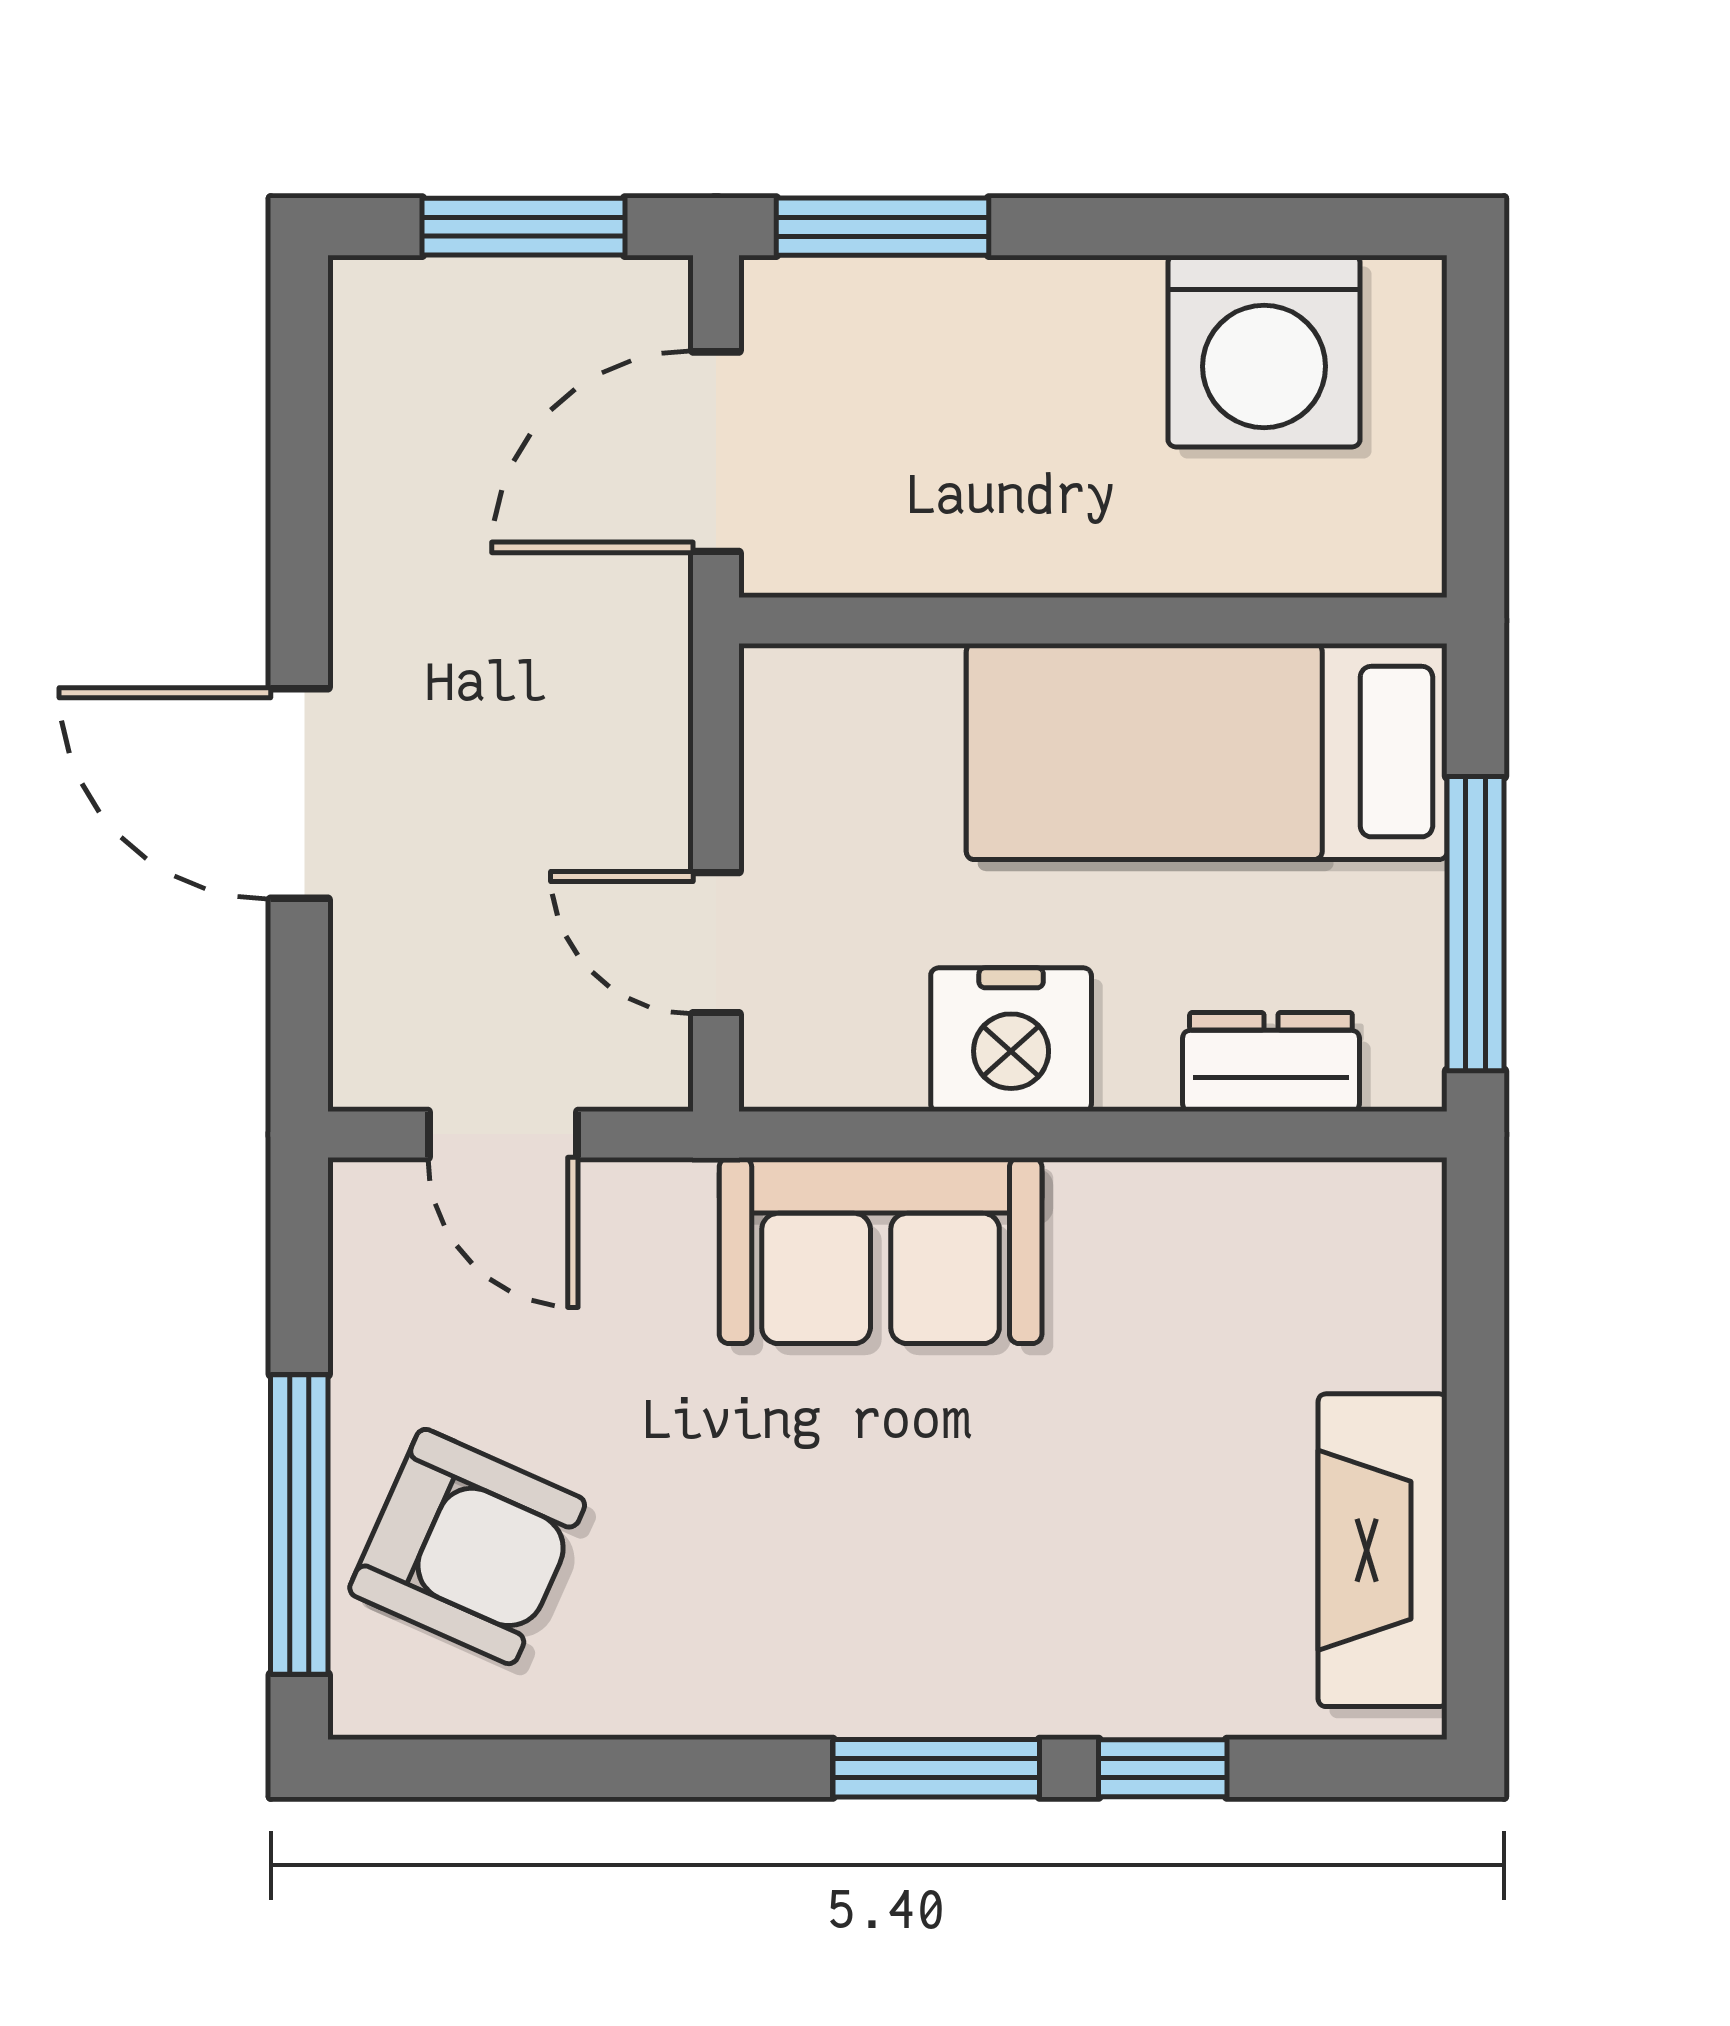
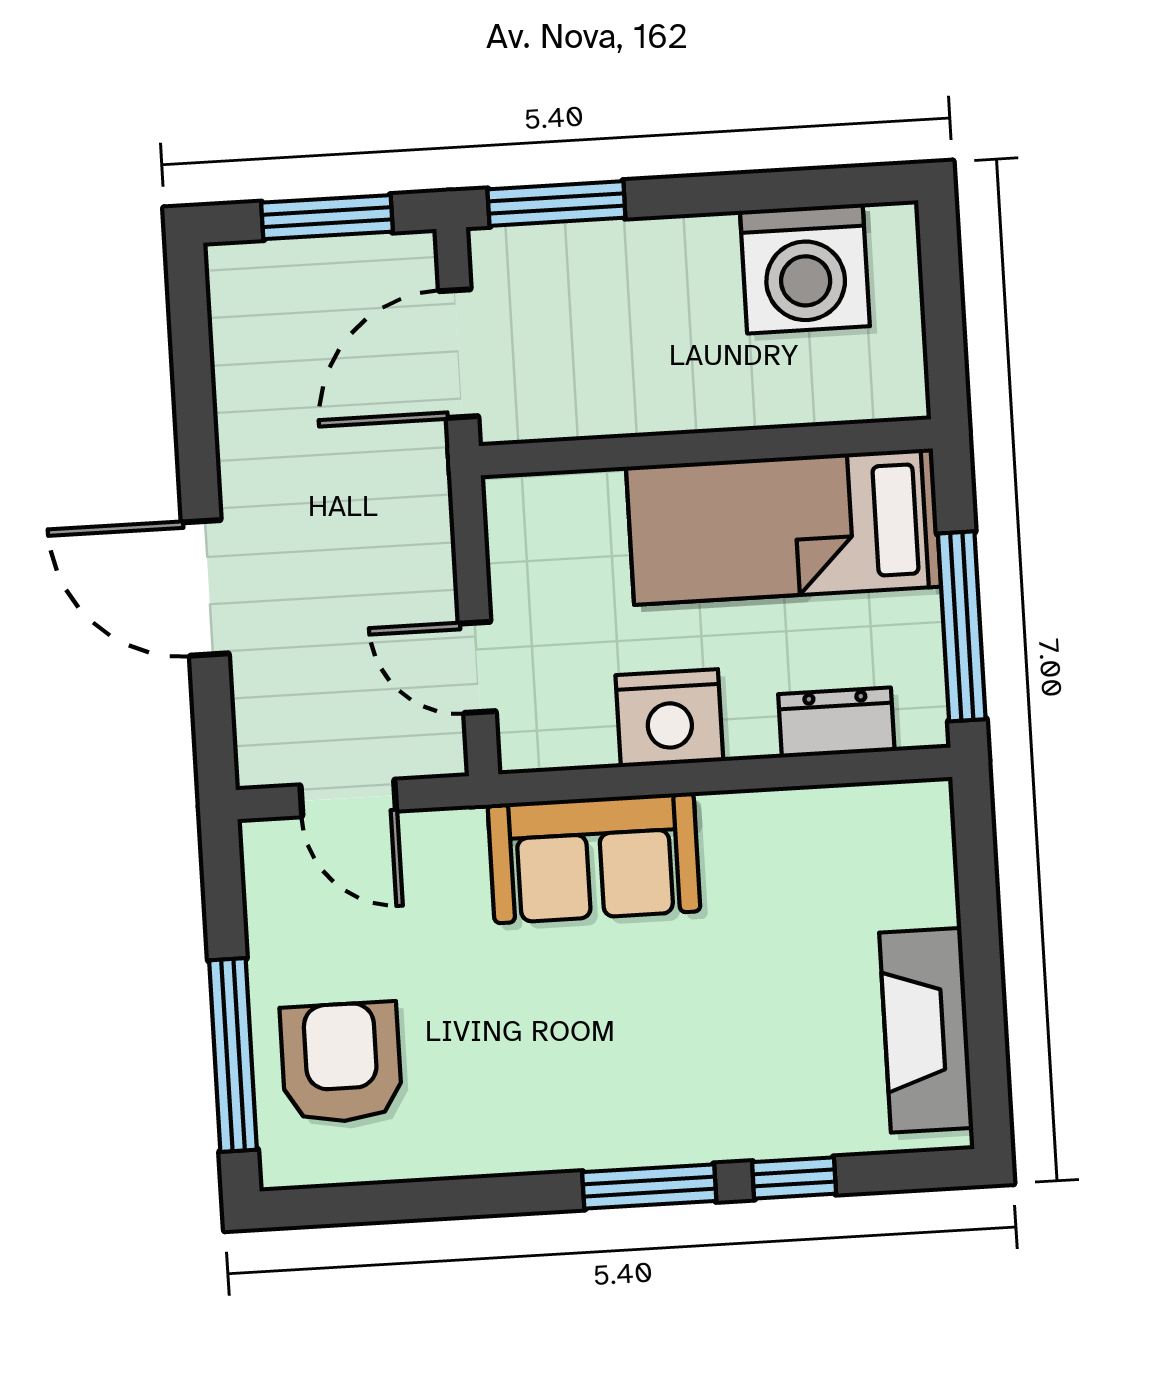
armchair: (467, 1547) -> (341, 1063), turned -114

